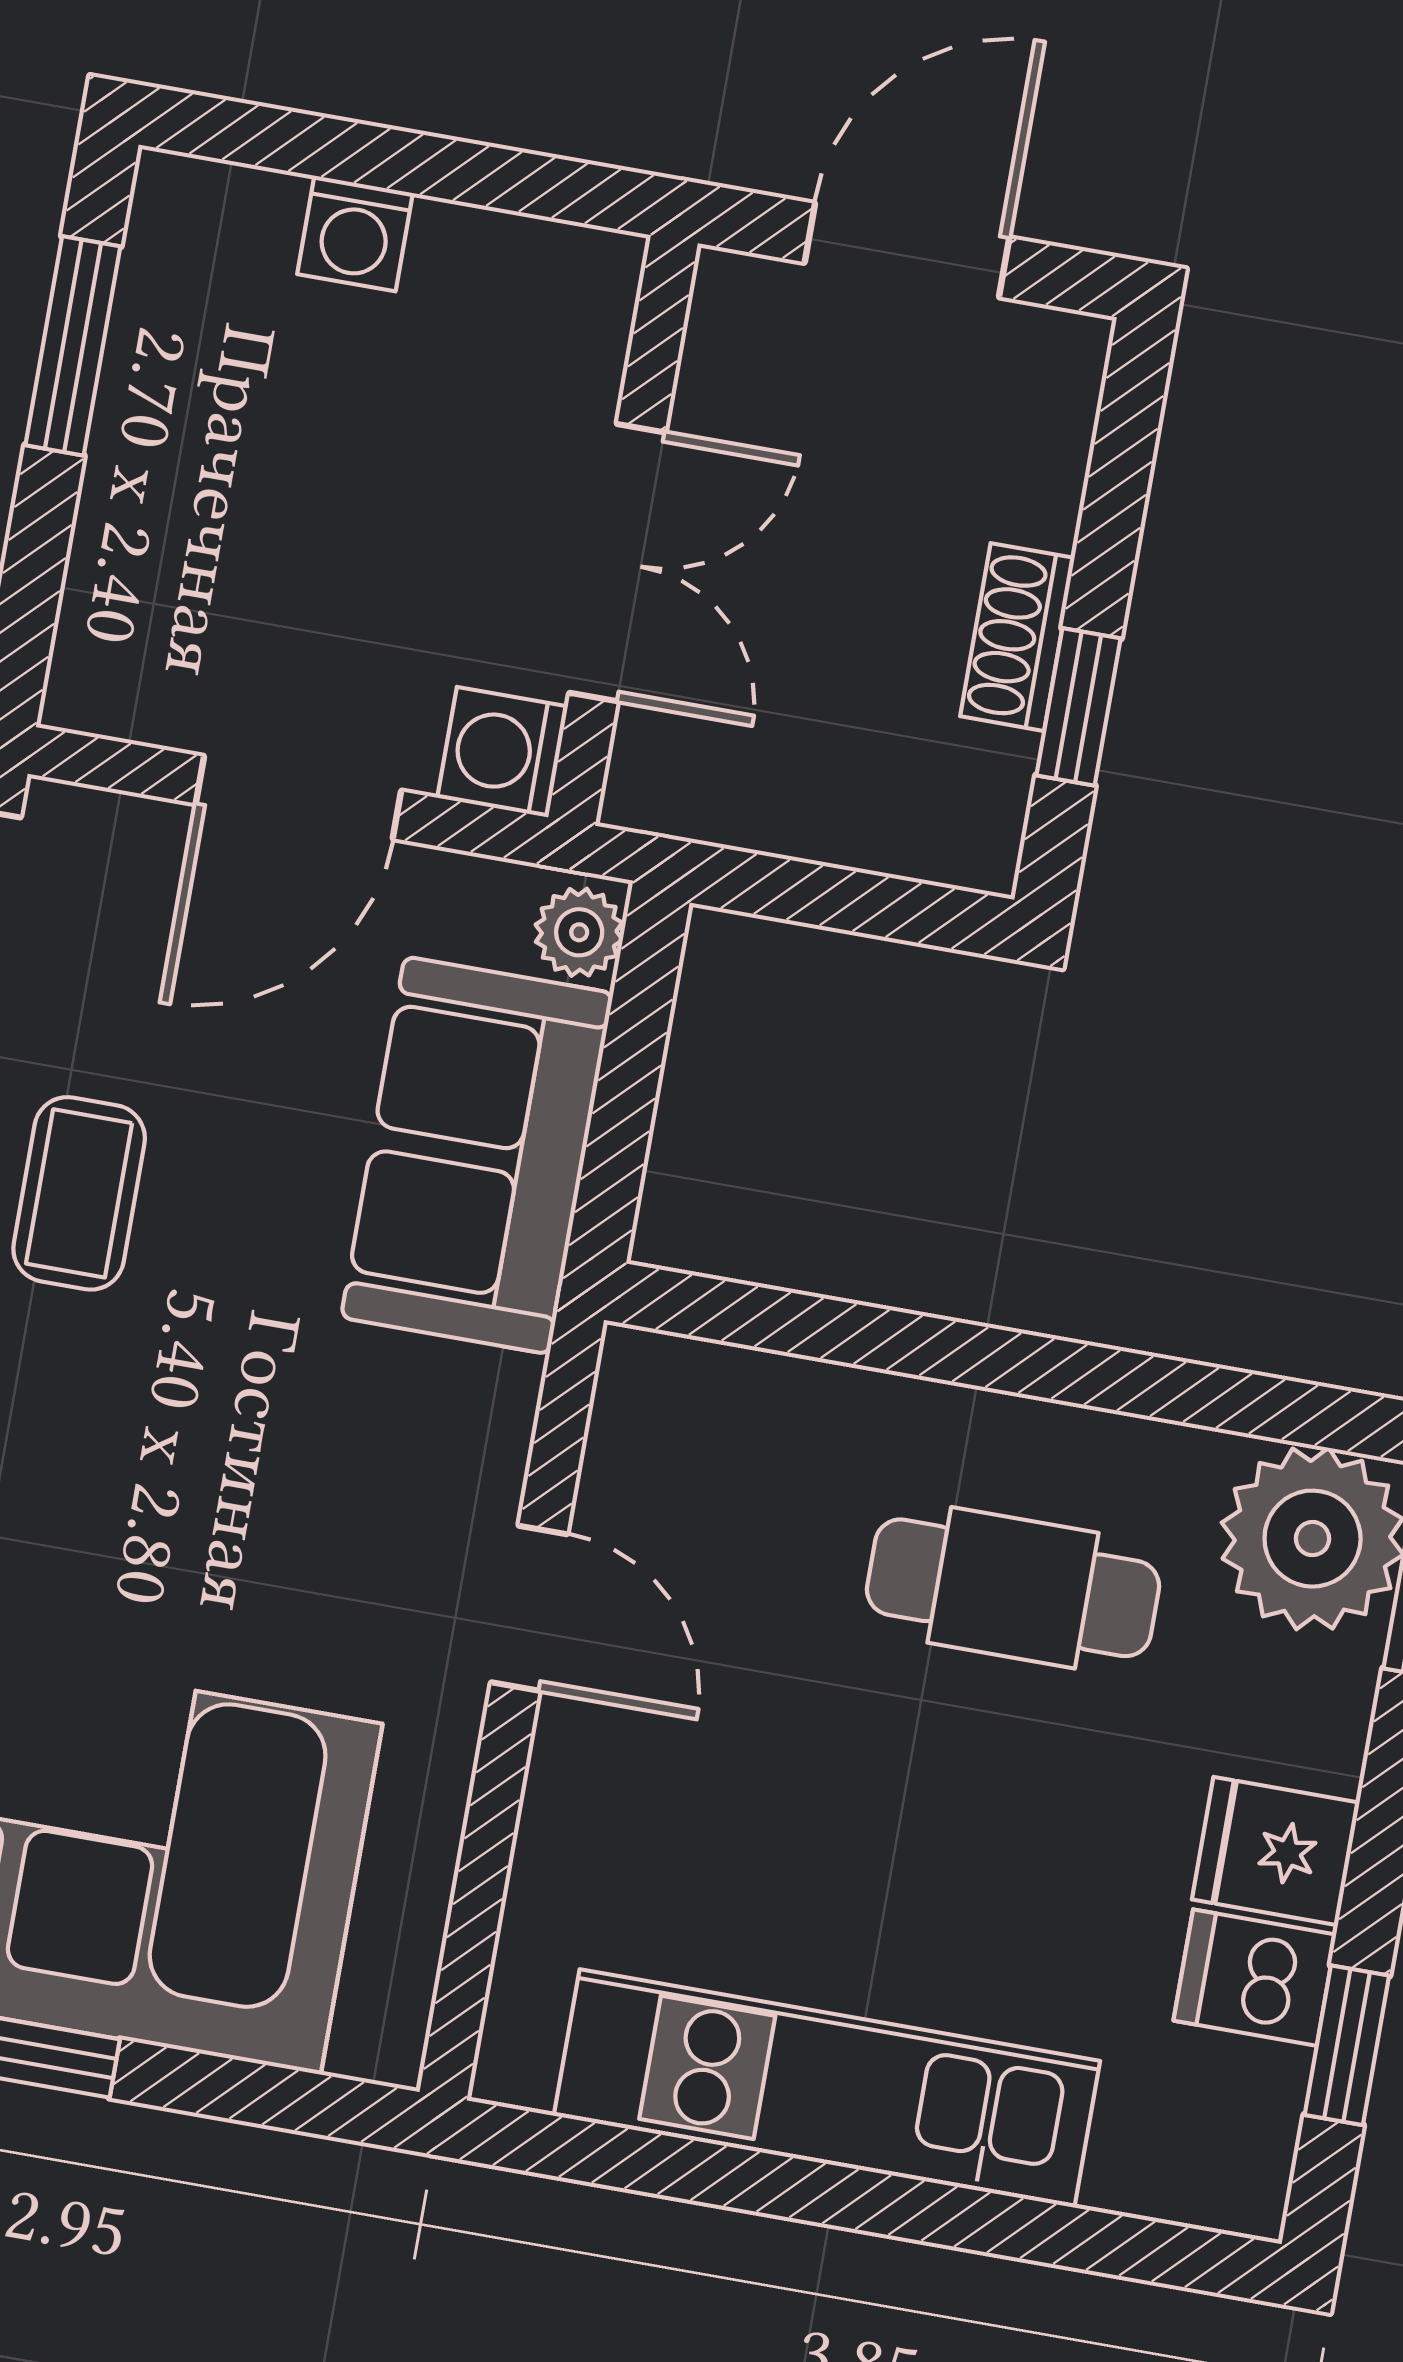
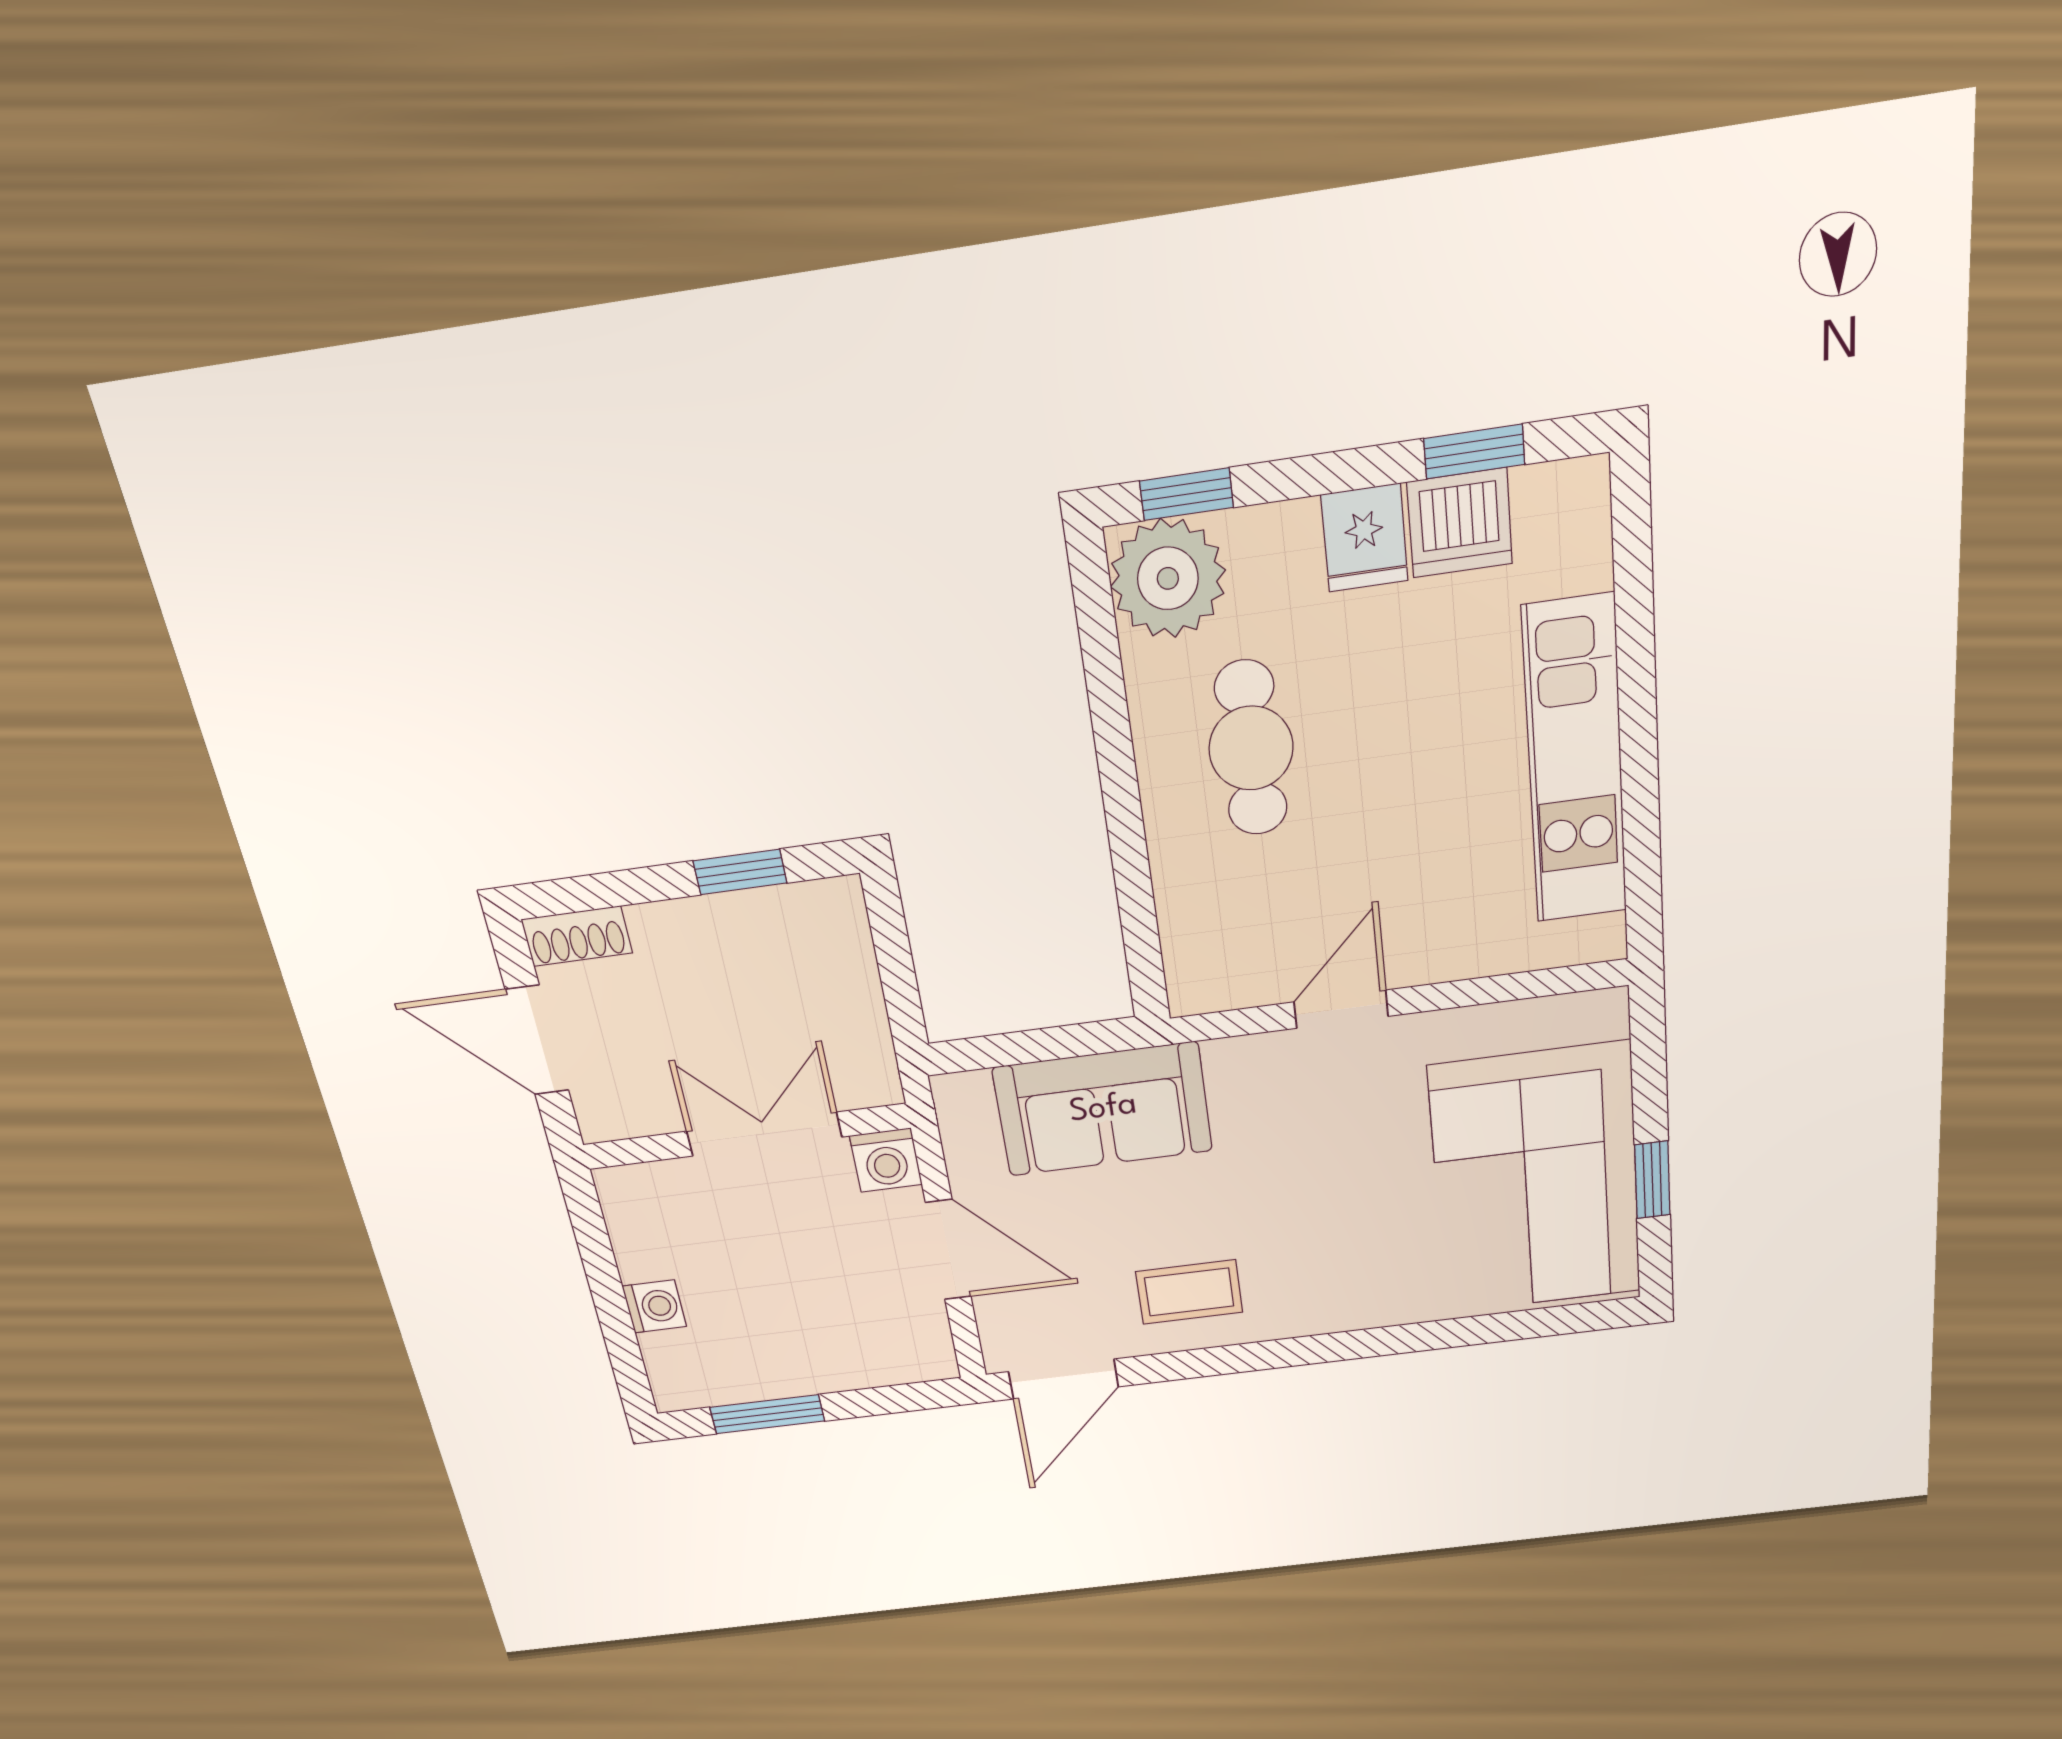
shoe rack: (1017, 637) -> (577, 936), moved
plant: (579, 932) -> (965, 1094), removed
dishwasher: (1255, 1978) -> (1460, 523), width x1.38

